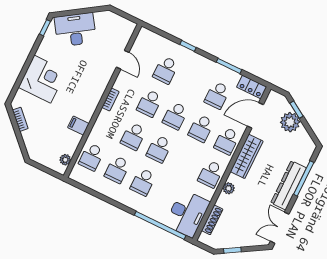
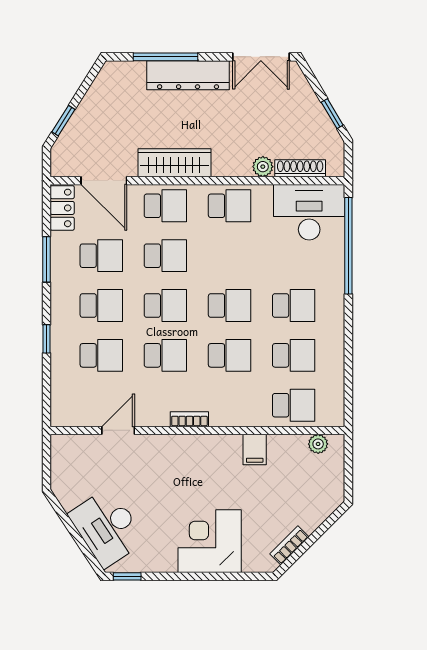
school desk: (191, 83) -> (101, 306), added
plant: (290, 122) -> (88, 121), removed
plant: (229, 188) -> (263, 167), moved

